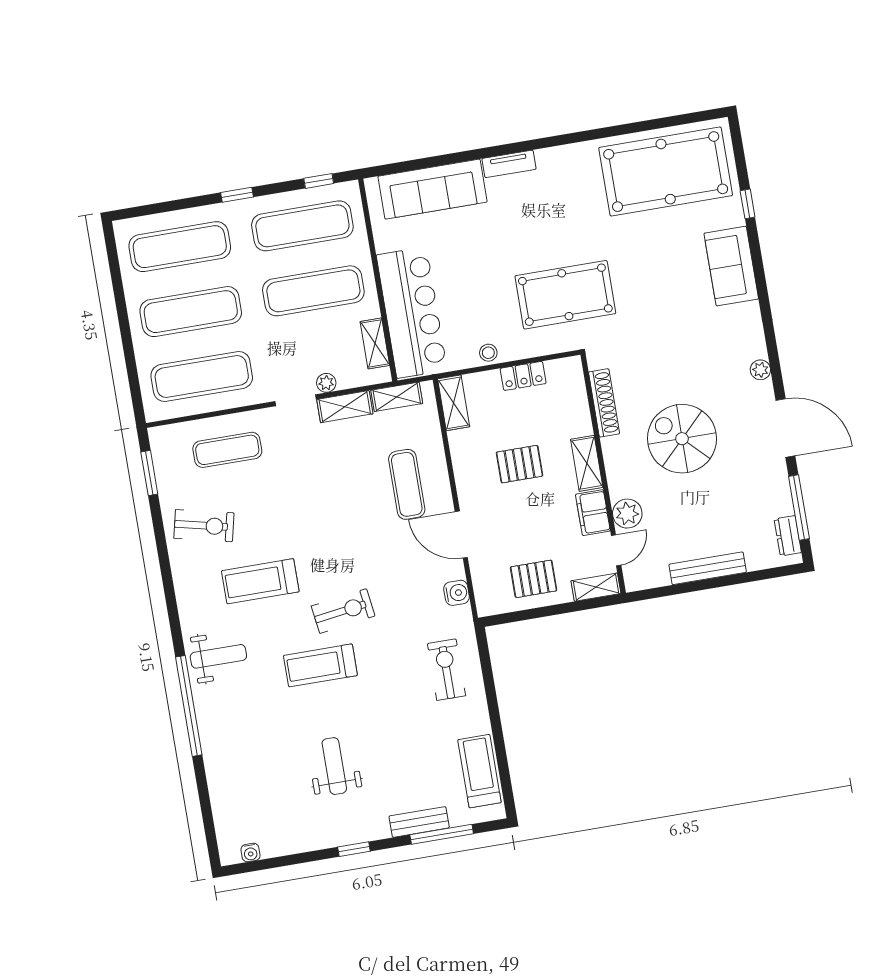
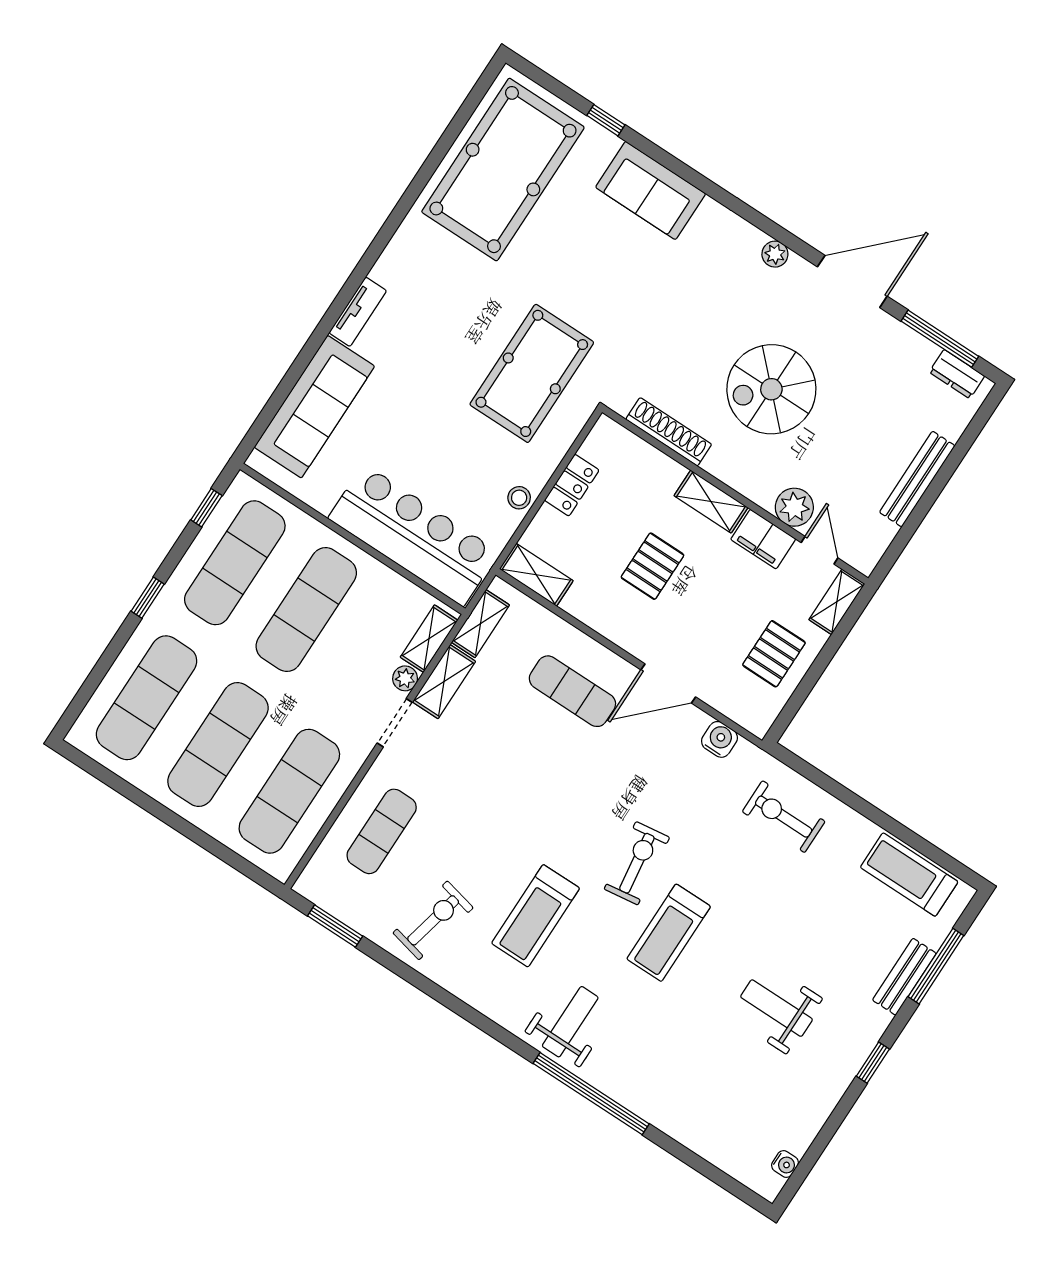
shelving: (375, 343) -> (429, 639), moved, turned 90

